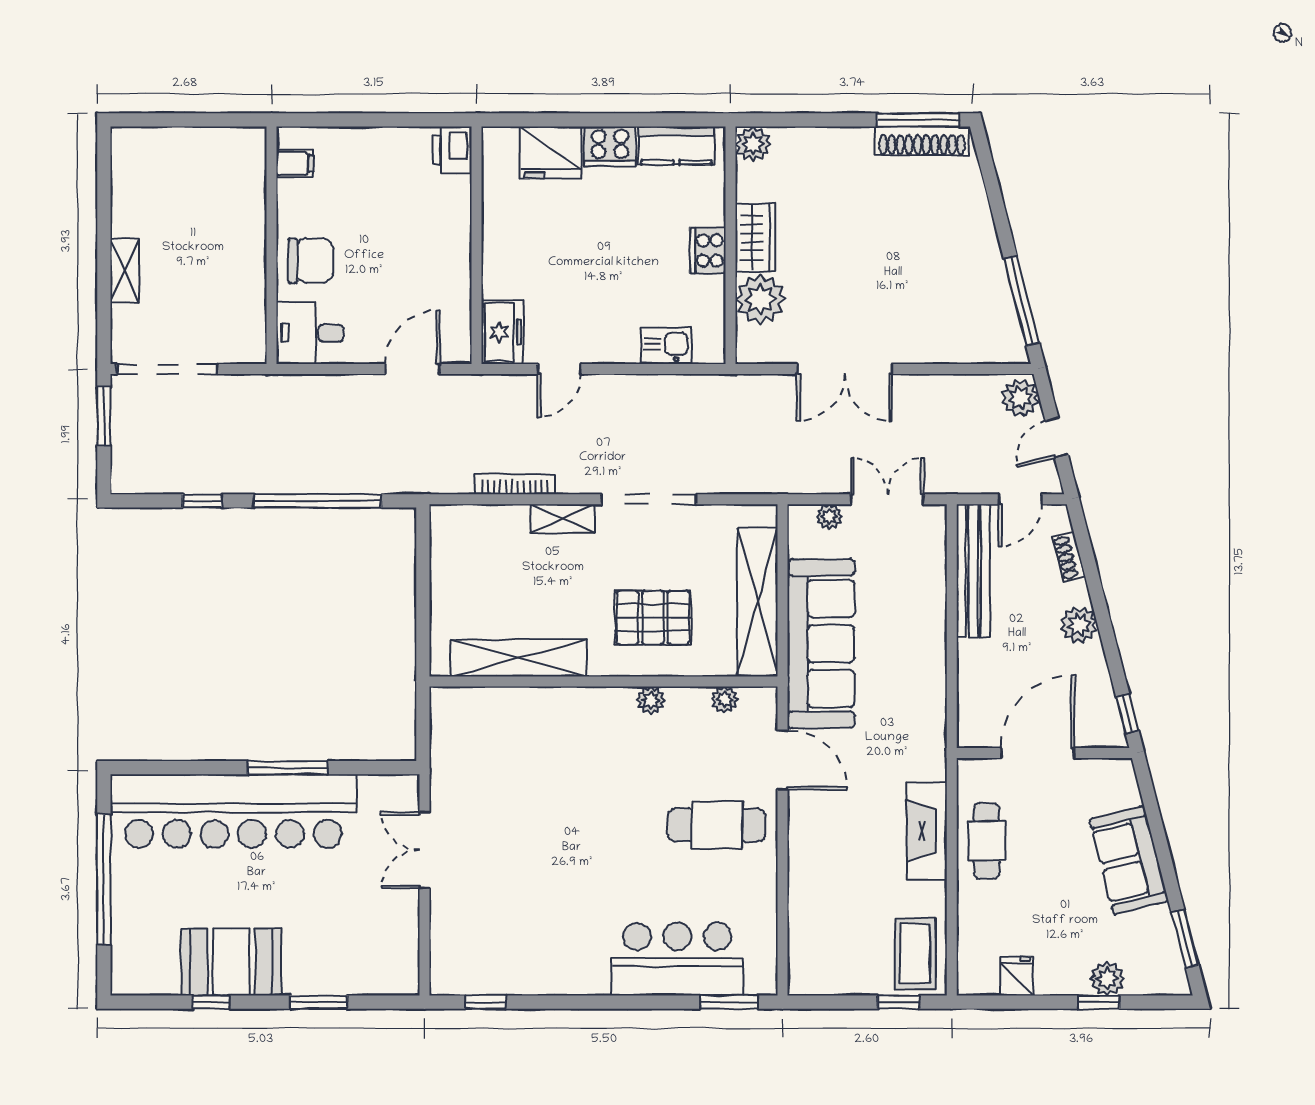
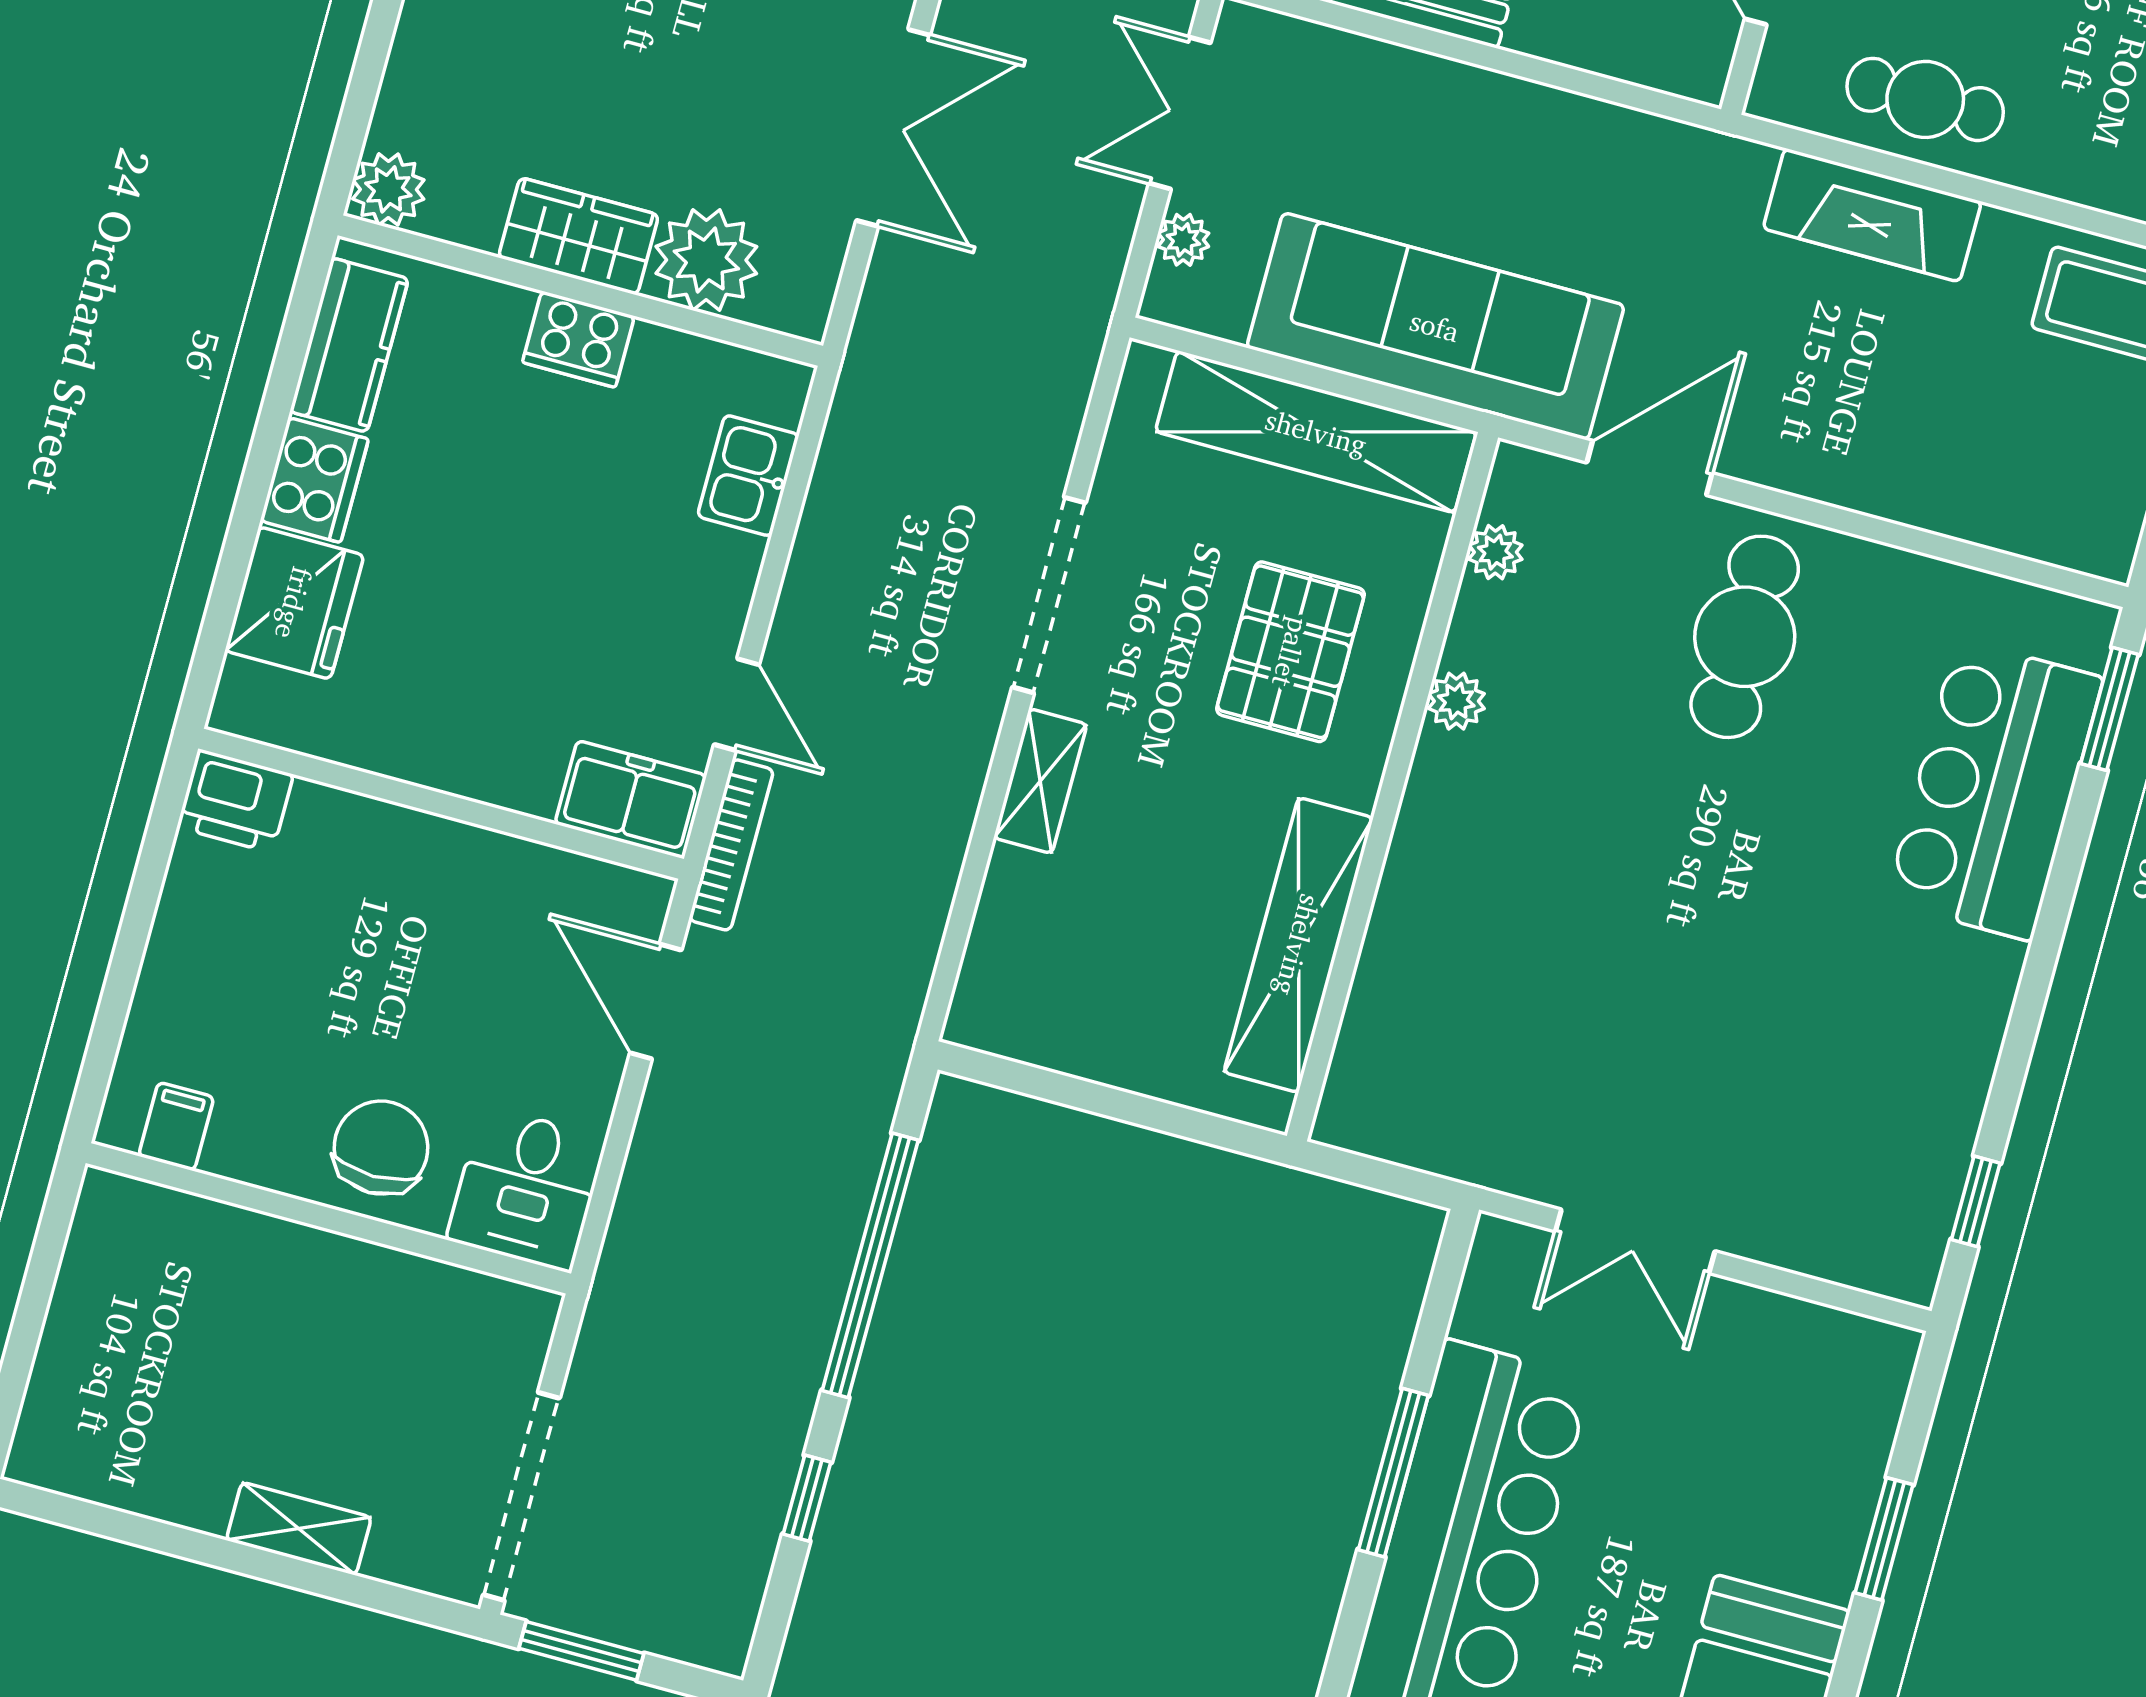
bookcase: (515, 484) -> (731, 845), moved, turned 180

